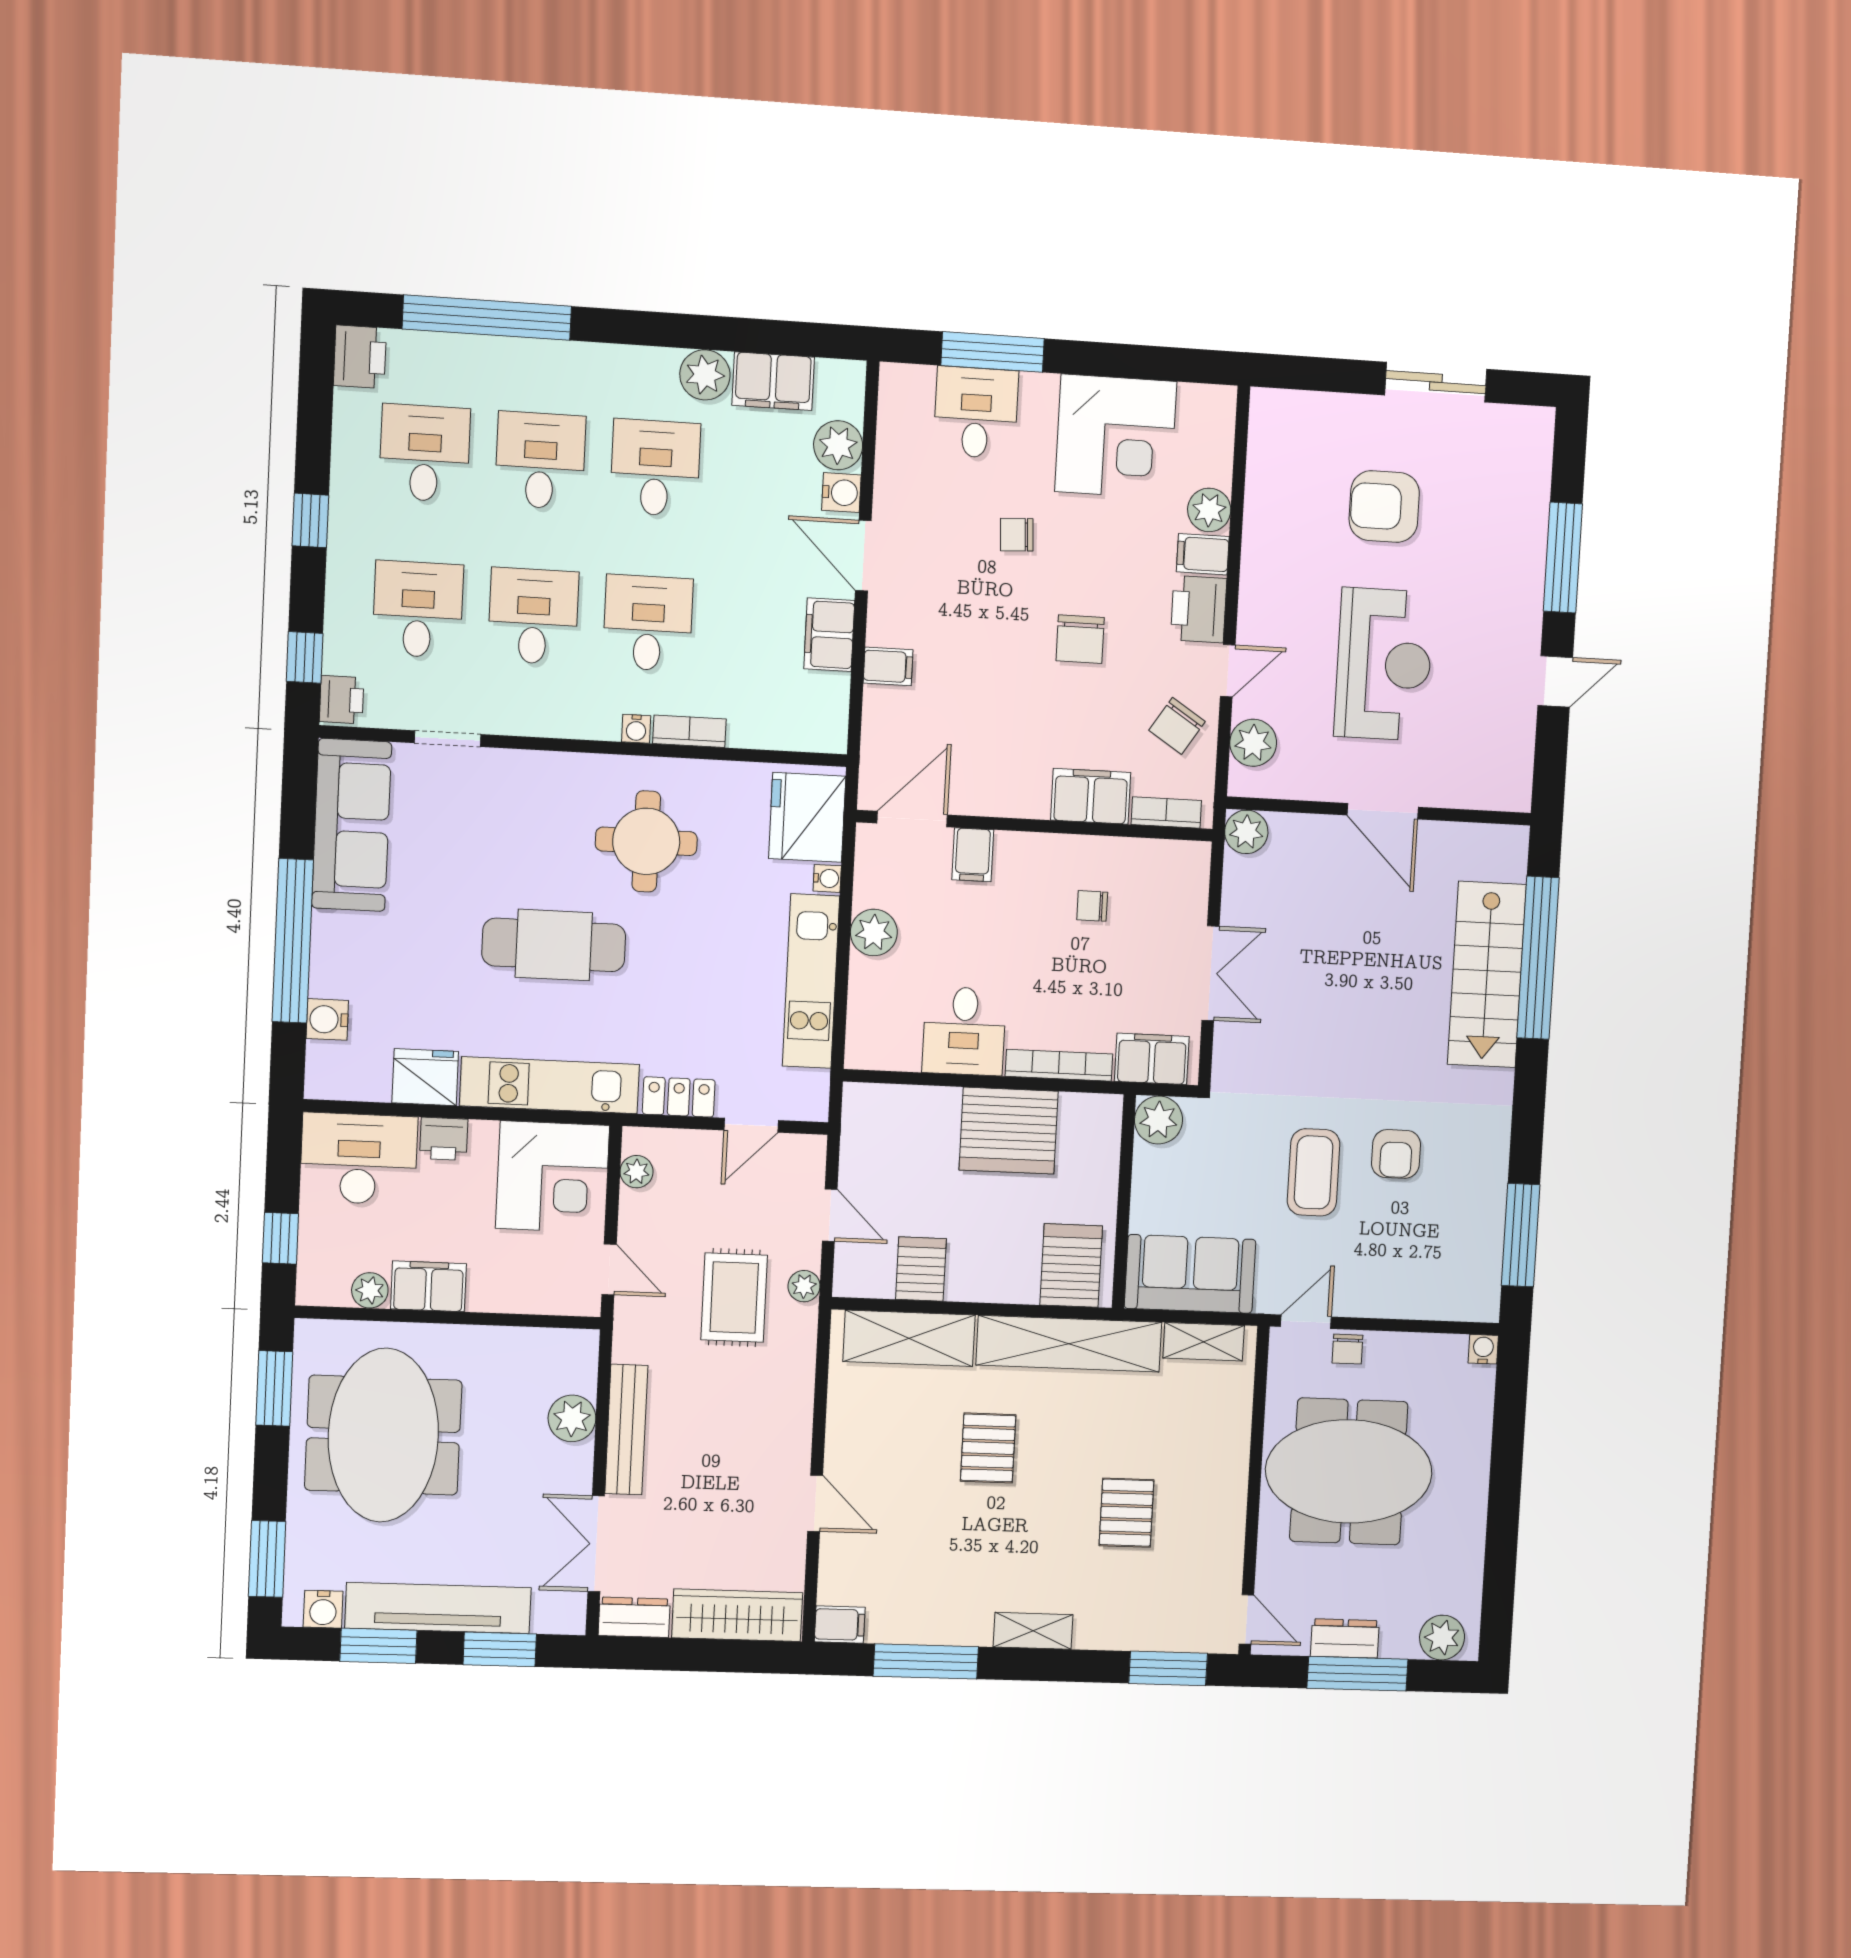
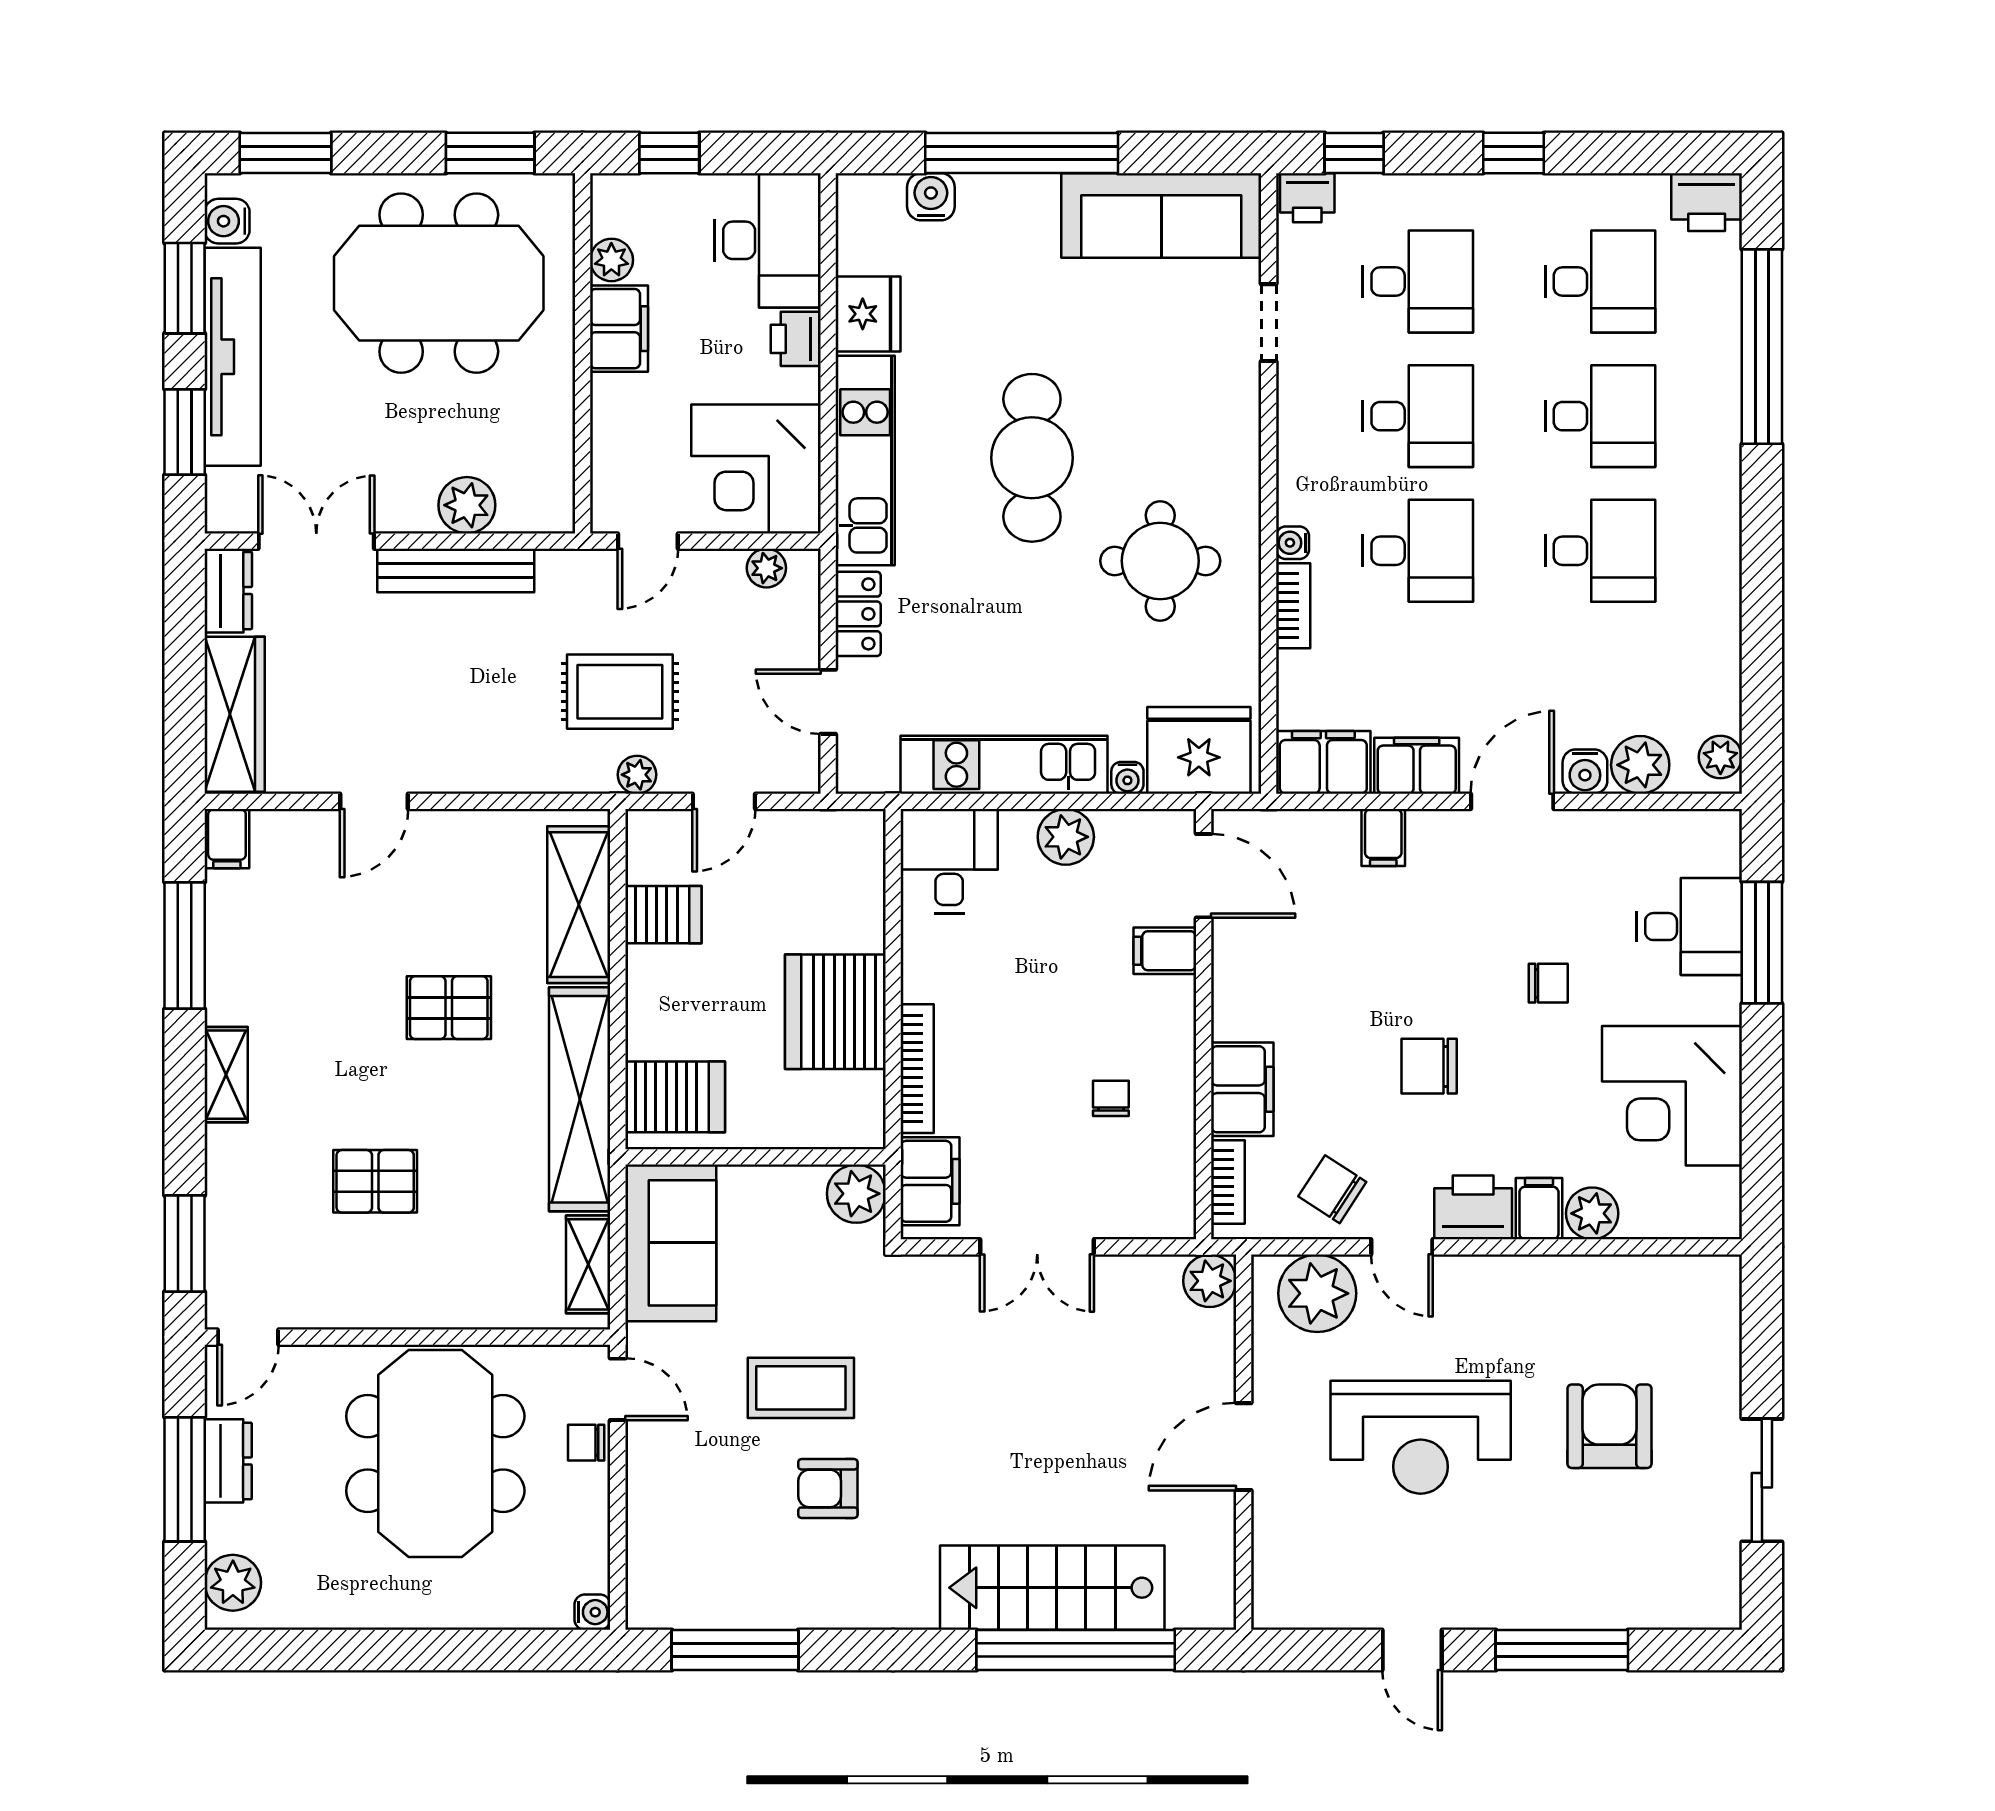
plant: (705, 375) -> (1720, 757), moved, width x0.73, depth x0.73
filing cabinet: (773, 381) -> (1323, 762), moved, turned 90
chair: (1017, 535) -> (1548, 983), turned 93
plant: (1253, 743) -> (1317, 1293), width x1.36, depth x1.36
desk: (964, 1031) -> (949, 861), moved, turned 90

